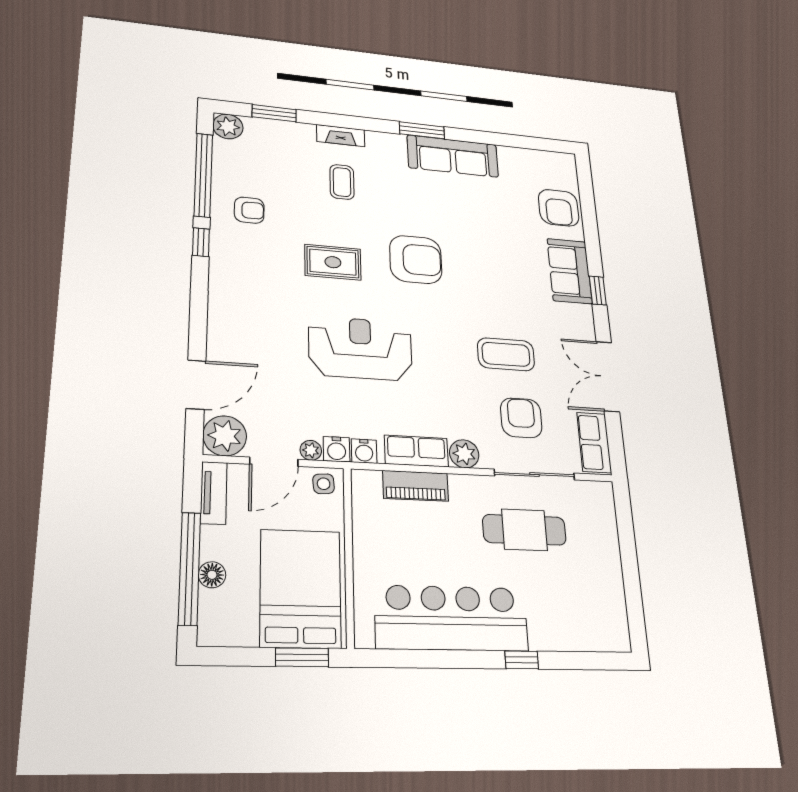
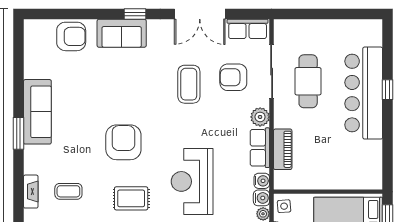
rug: (333, 262) -> (131, 198), turned 90
bar counter: (452, 618) -> (364, 93), moved

